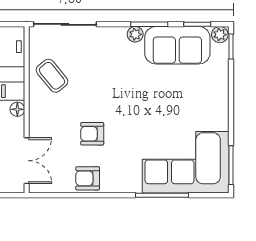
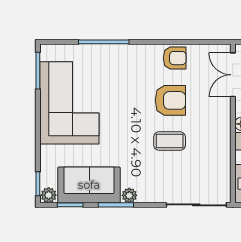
coffee table: (52, 76) -> (170, 141), moved, turned -51
armchair: (92, 134) -> (170, 100), width x1.38, depth x1.38
corner sofa: (186, 162) -> (69, 103), moved, turned -90

